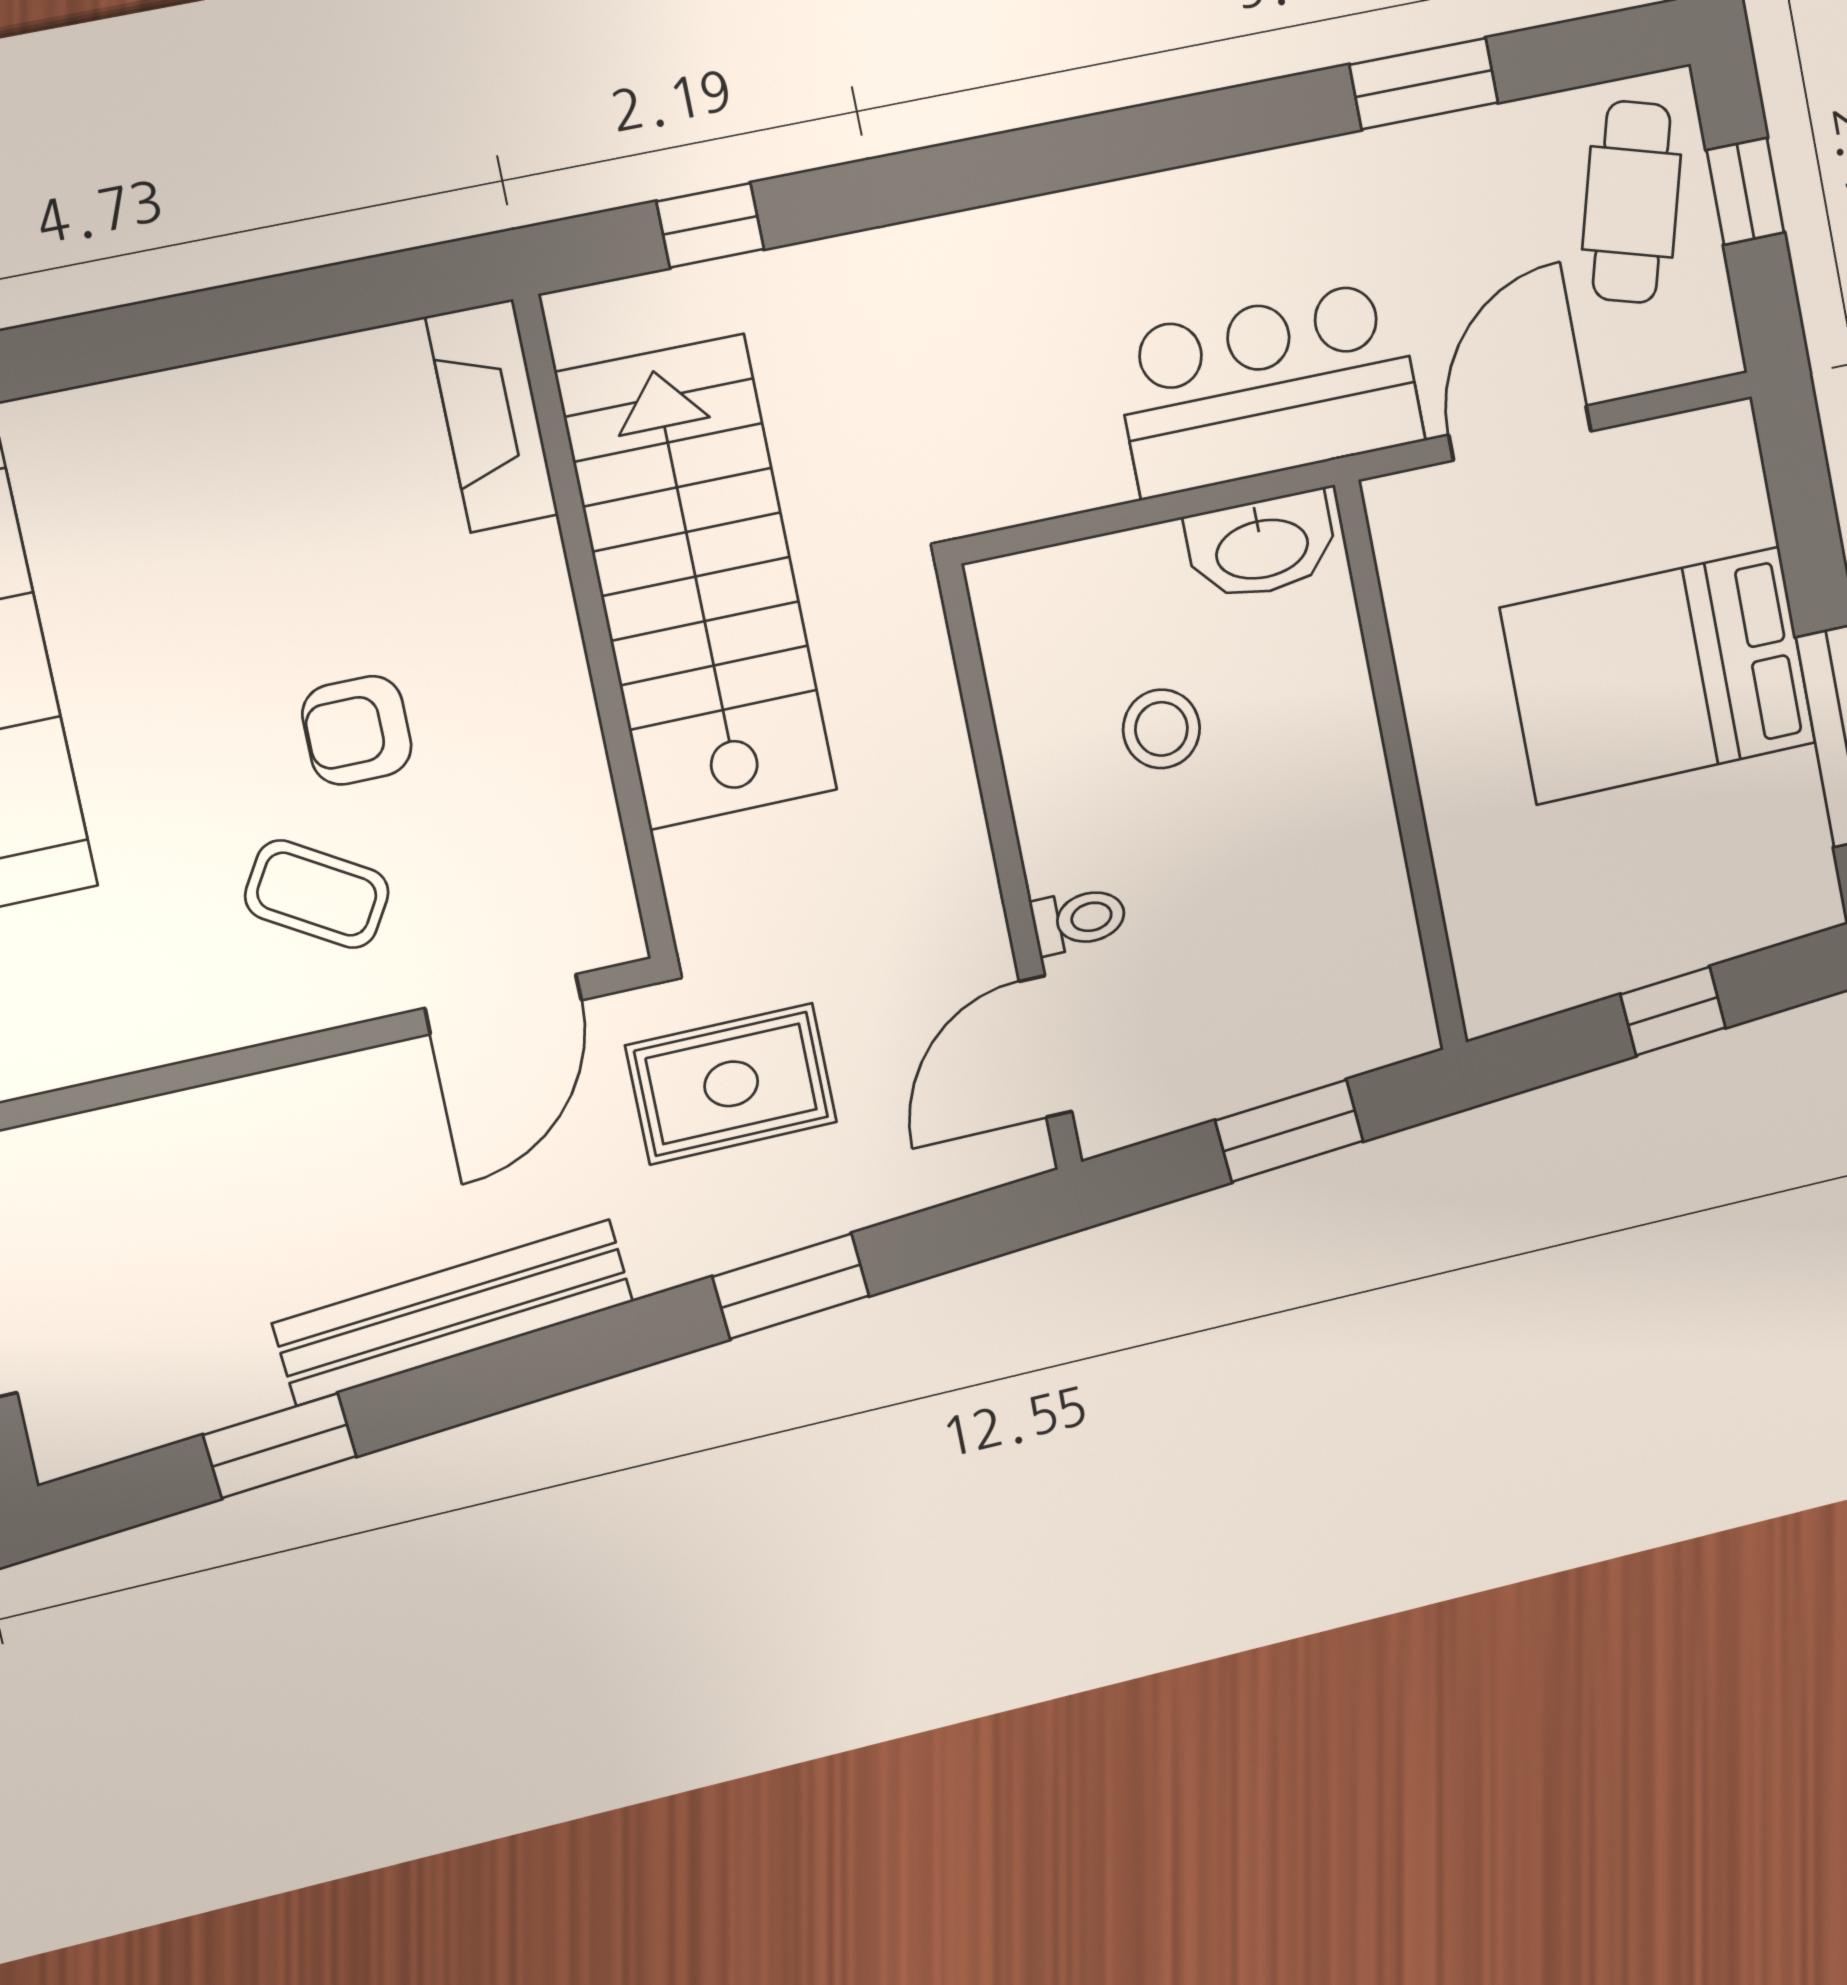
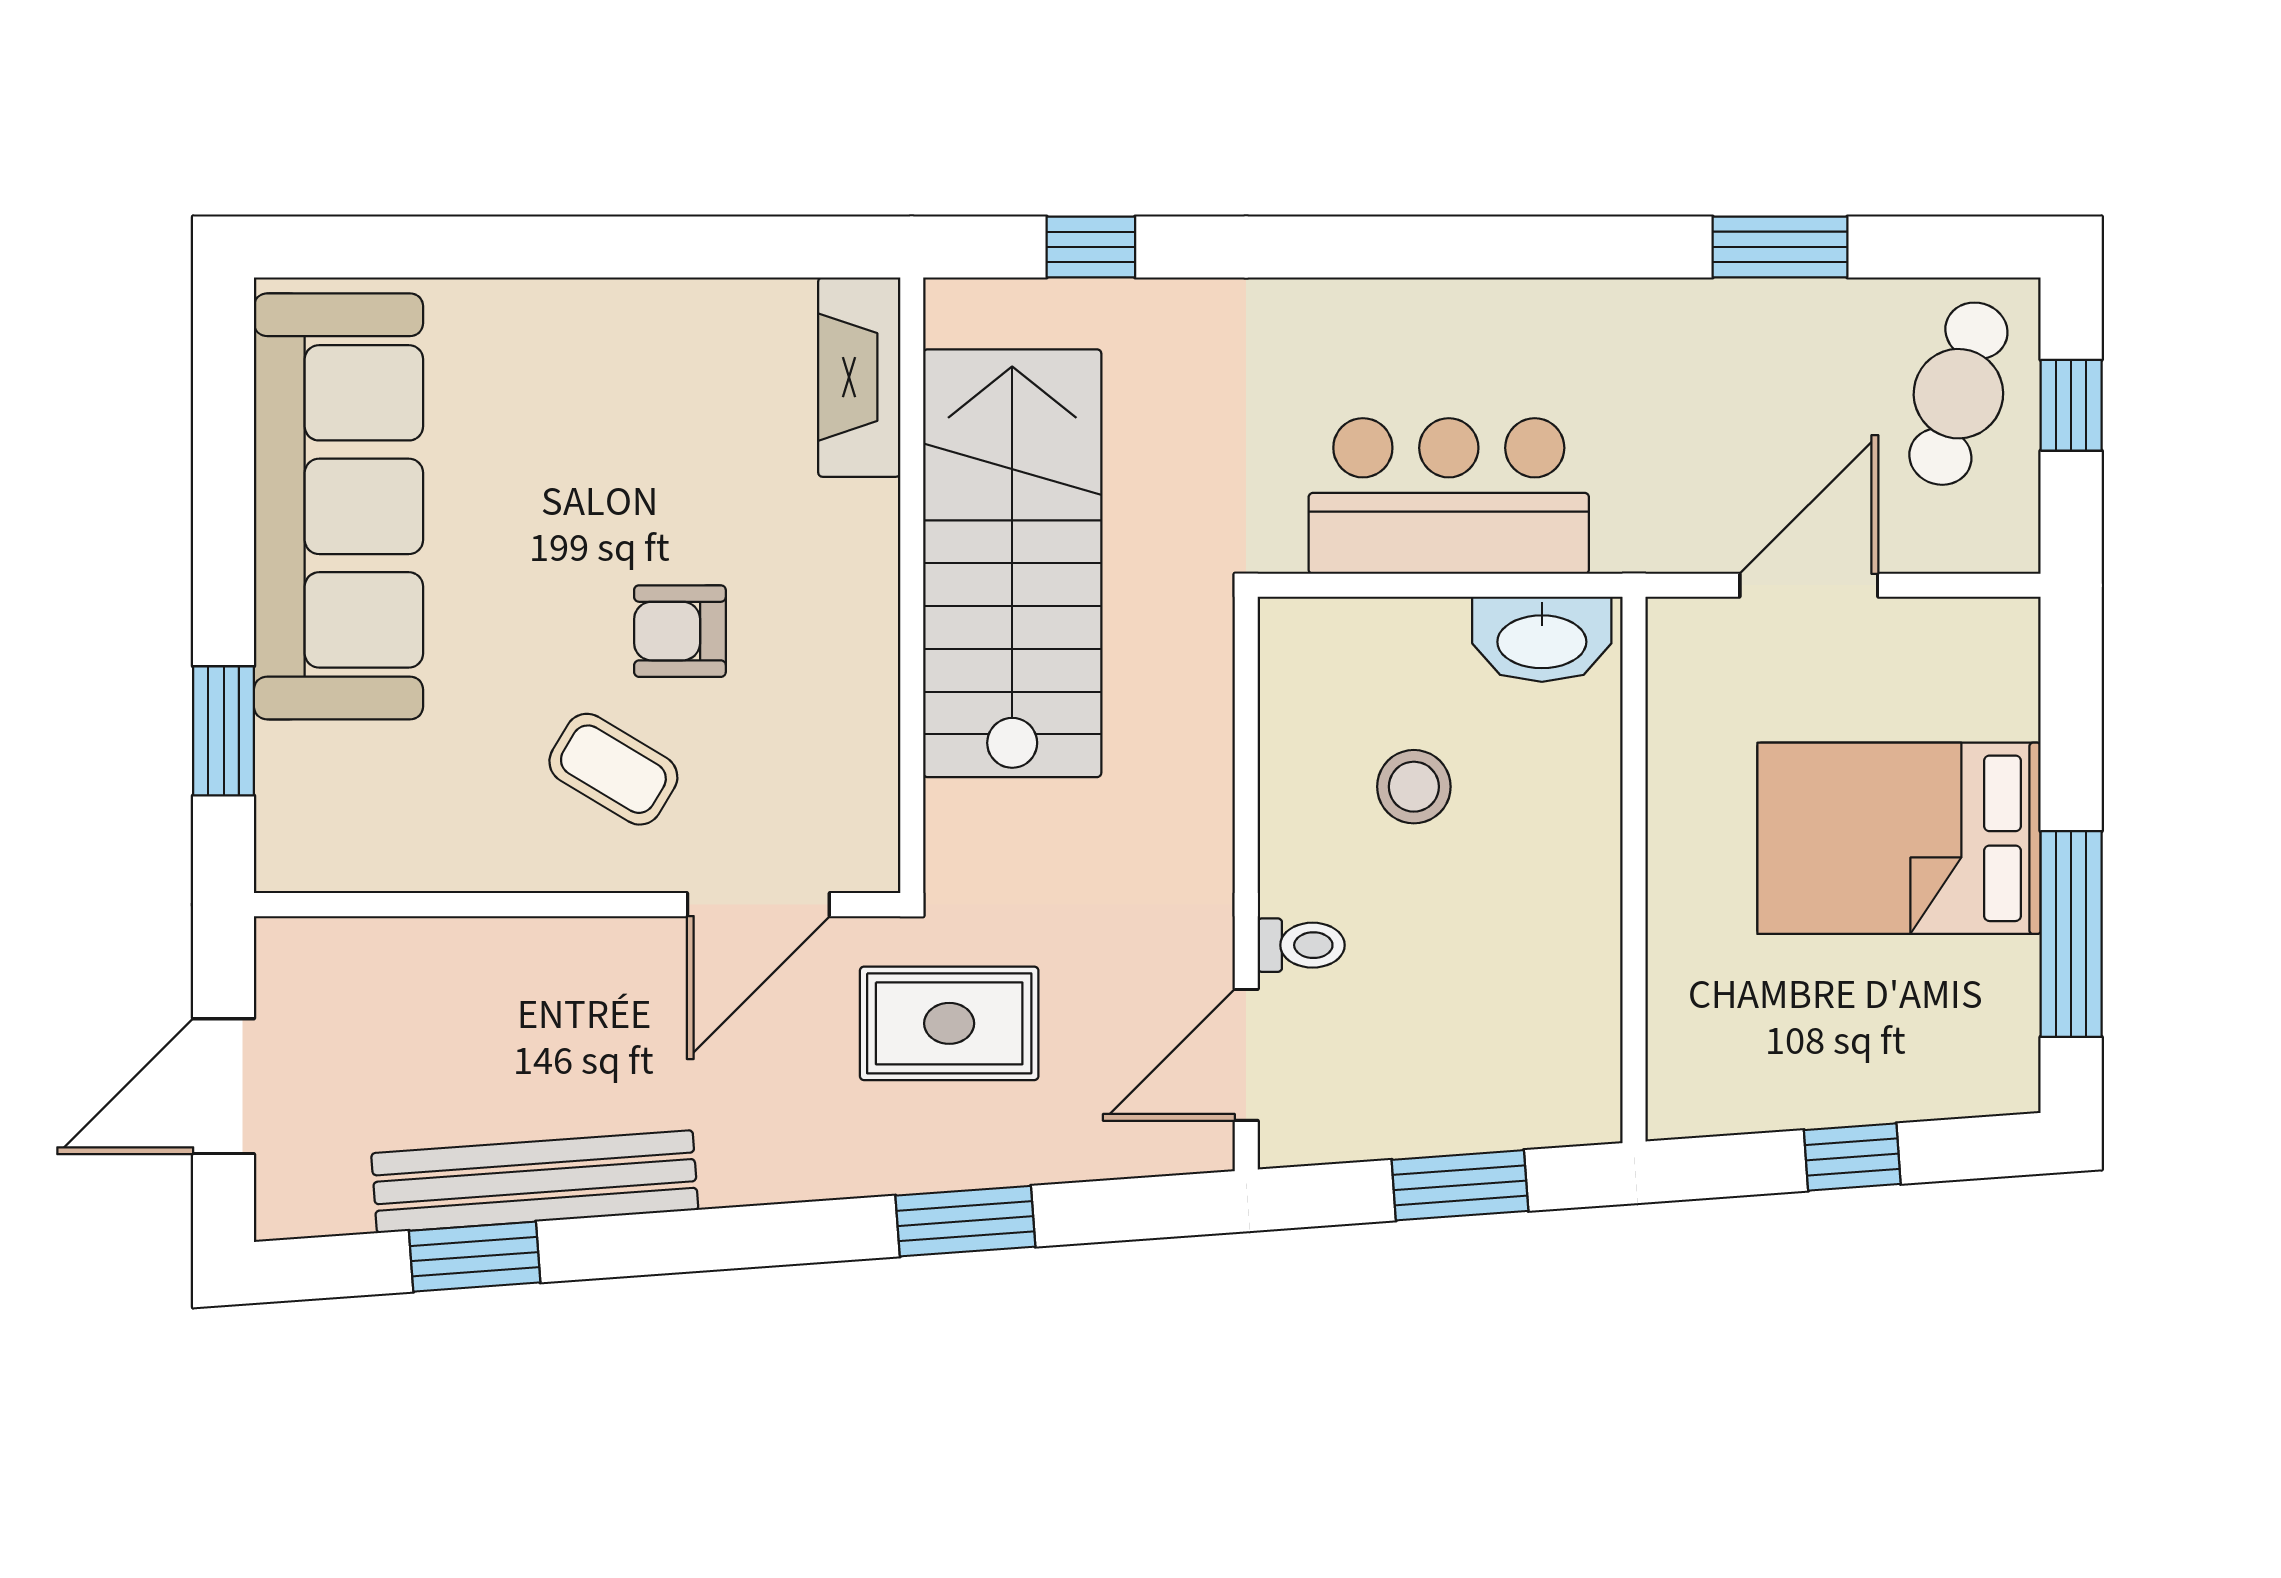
bar counter: (1268, 389) -> (1449, 496), moved
bench: (453, 1312) -> (535, 1182), moved

